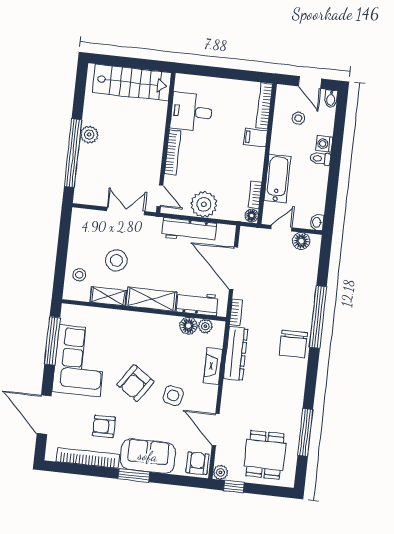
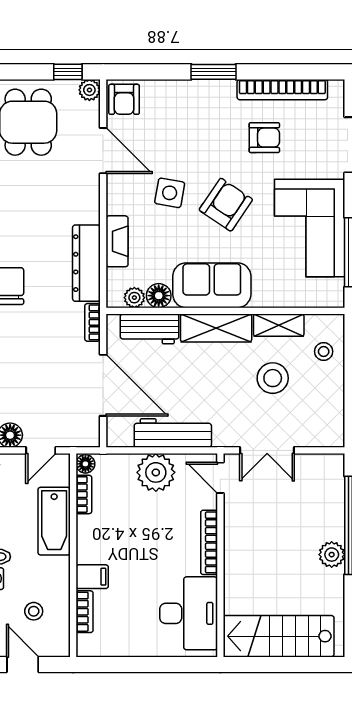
bookcase: (264, 106) -> (85, 612), width x0.64
desk: (191, 112) -> (189, 613), width x1.37
sofa: (148, 456) -> (212, 285), moved, turned 180

